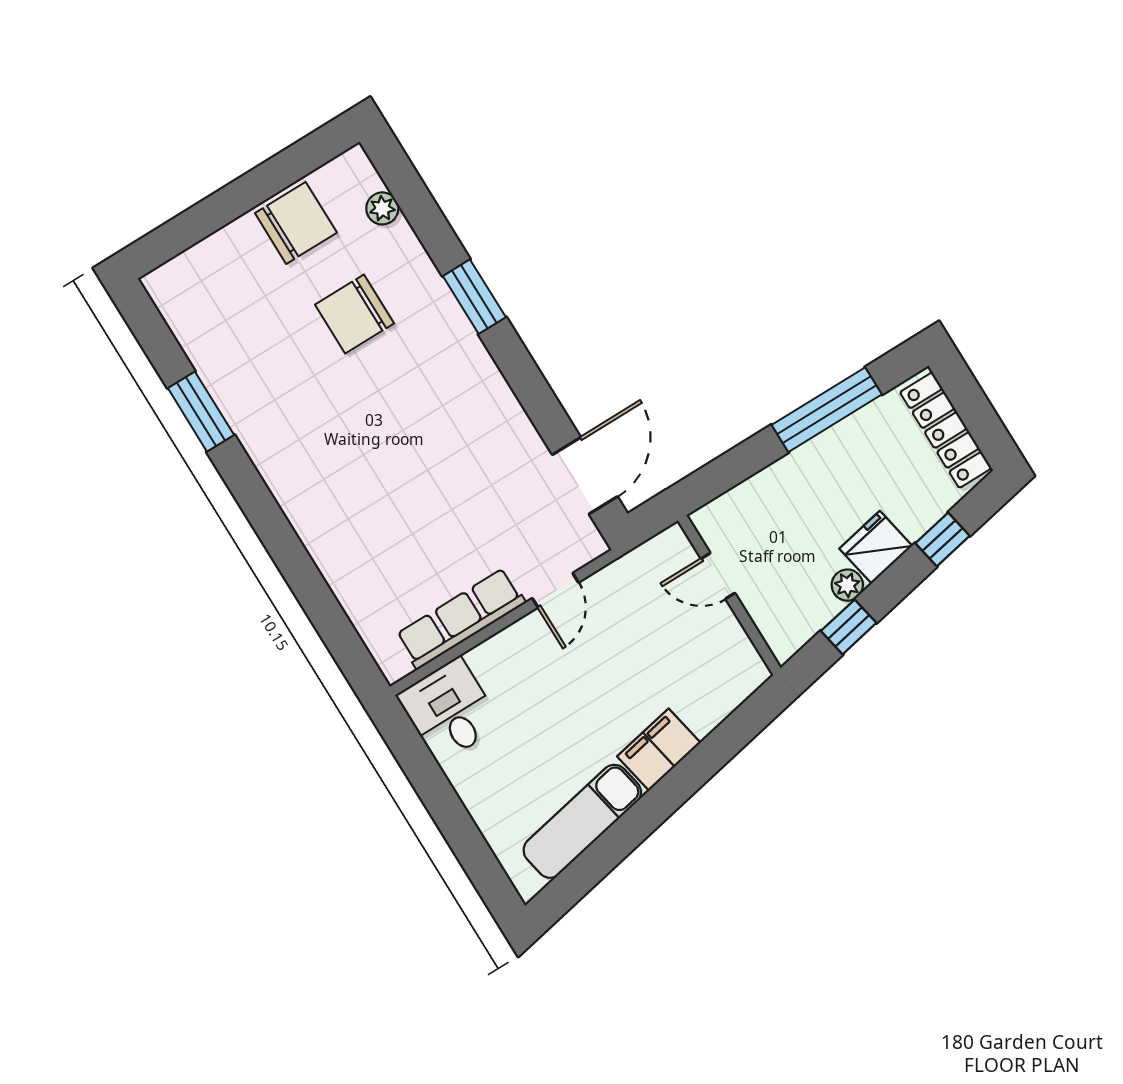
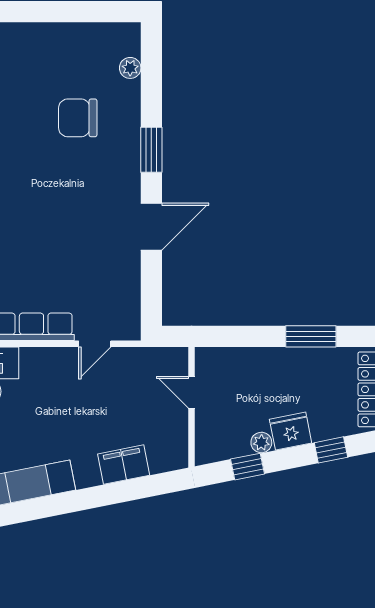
chair: (296, 223) -> (76, 46), removed
window: (827, 410) -> (311, 336), width x0.69
door: (585, 476) -> (151, 227), moved
filing cabinet: (659, 750) -> (124, 465), moved

